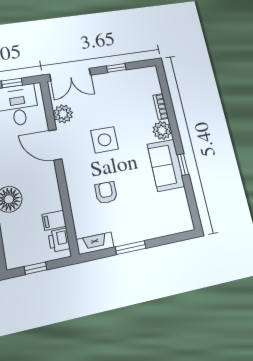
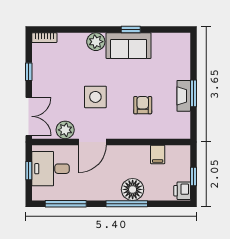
bookcase: (161, 107) -> (44, 38), moved
armchair: (106, 193) -> (143, 105), turned 90
printer: (59, 240) -> (182, 191), moved, turned 90
fireplace: (95, 243) -> (184, 96), moved

